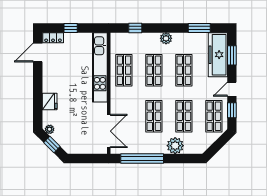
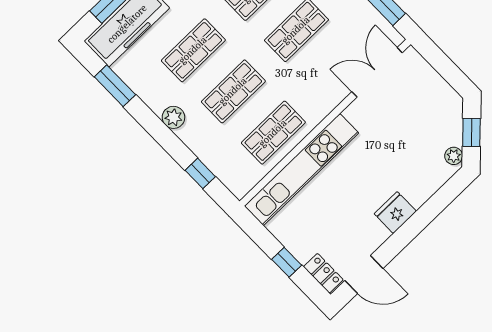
fridge: (50, 101) -> (395, 213), moved

